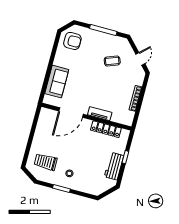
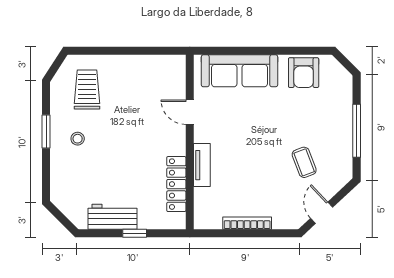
armchair: (72, 41) -> (304, 73), moved
door: (140, 59) -> (322, 213), swing flipped
sofa: (57, 82) -> (239, 71), width x1.36
door: (71, 113) -> (190, 112), width x0.53

